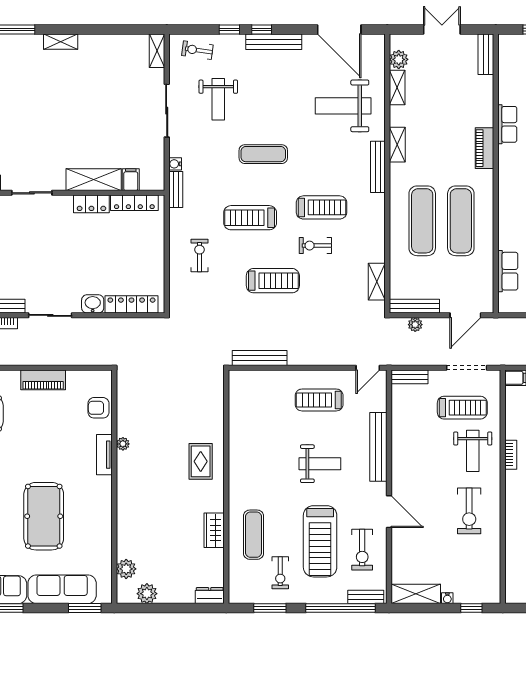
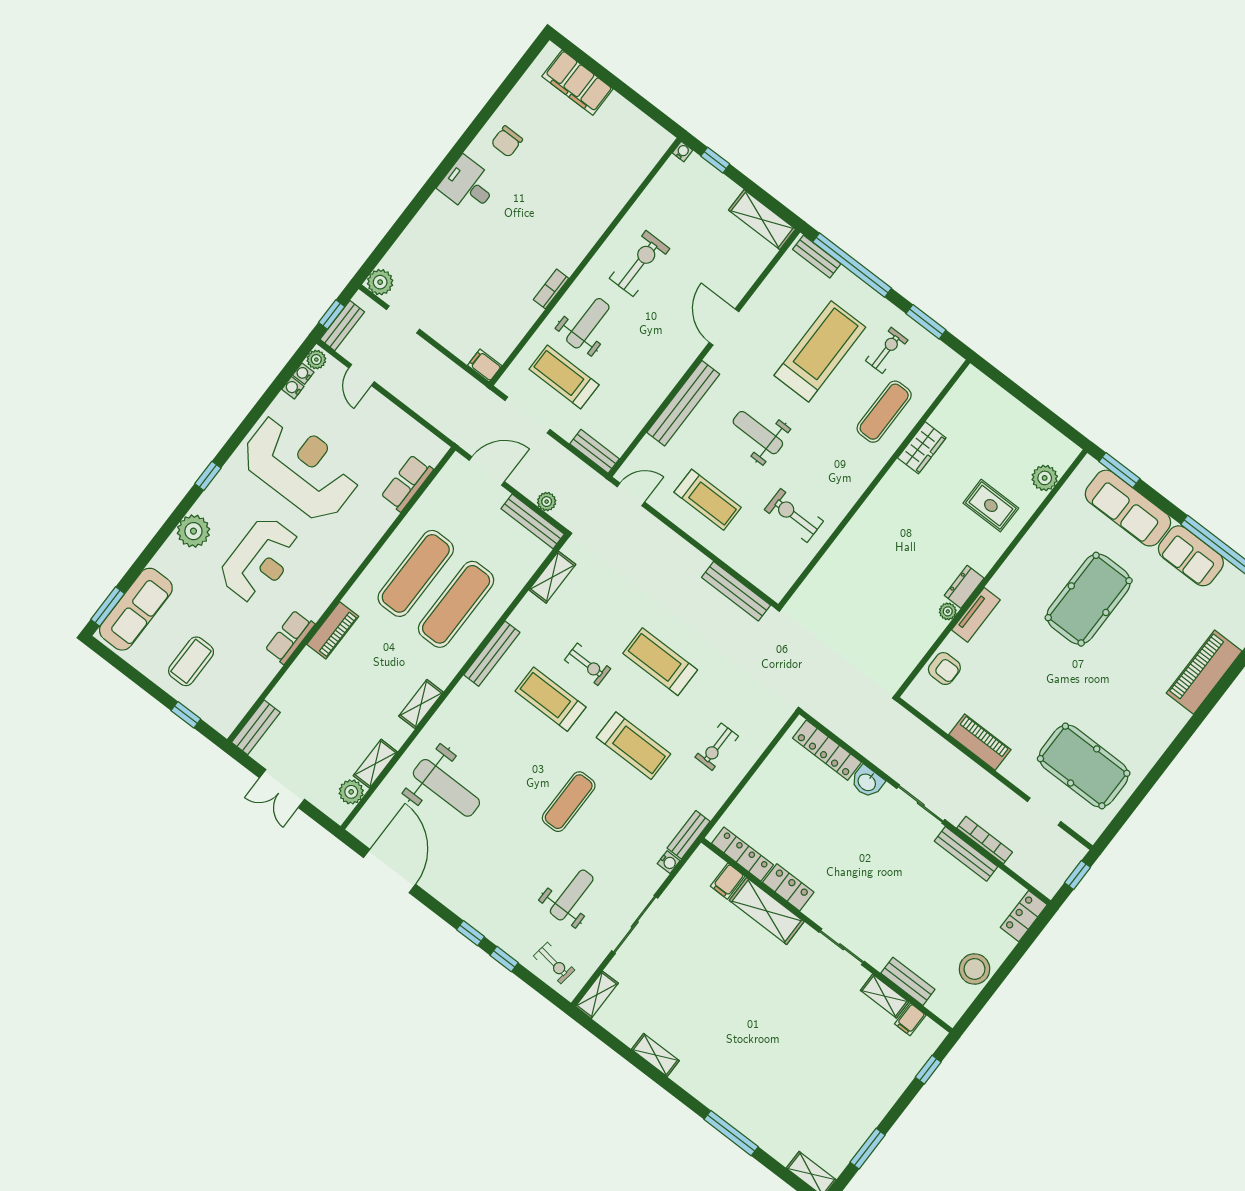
shelving: (61, 42) -> (655, 1055), moved
bench: (274, 42) -> (468, 911), removed
exercise mat: (263, 154) -> (569, 802), turned 90
bench: (378, 167) -> (492, 654), moved
rug: (201, 461) -> (991, 506), moved, turned 90
exercise bike: (362, 550) -> (794, 515), moved, turned -90
plant: (147, 594) -> (1043, 436), removed
dresser: (210, 596) -> (964, 587), moved, turned 90
water cooler: (447, 598) -> (683, 152), moved

